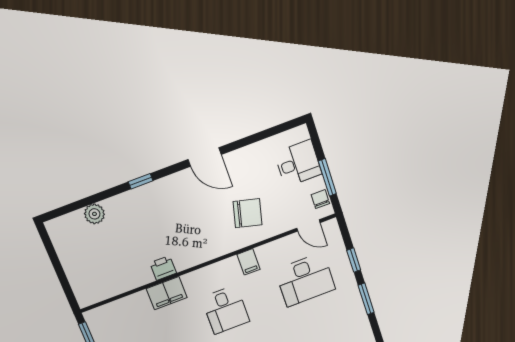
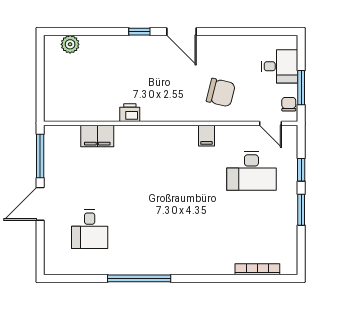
door: (205, 157) -> (182, 32), moved
plant: (94, 214) -> (70, 44), moved
filing cabinet: (167, 293) -> (97, 136), moved
desk: (225, 310) -> (171, 171), removed

